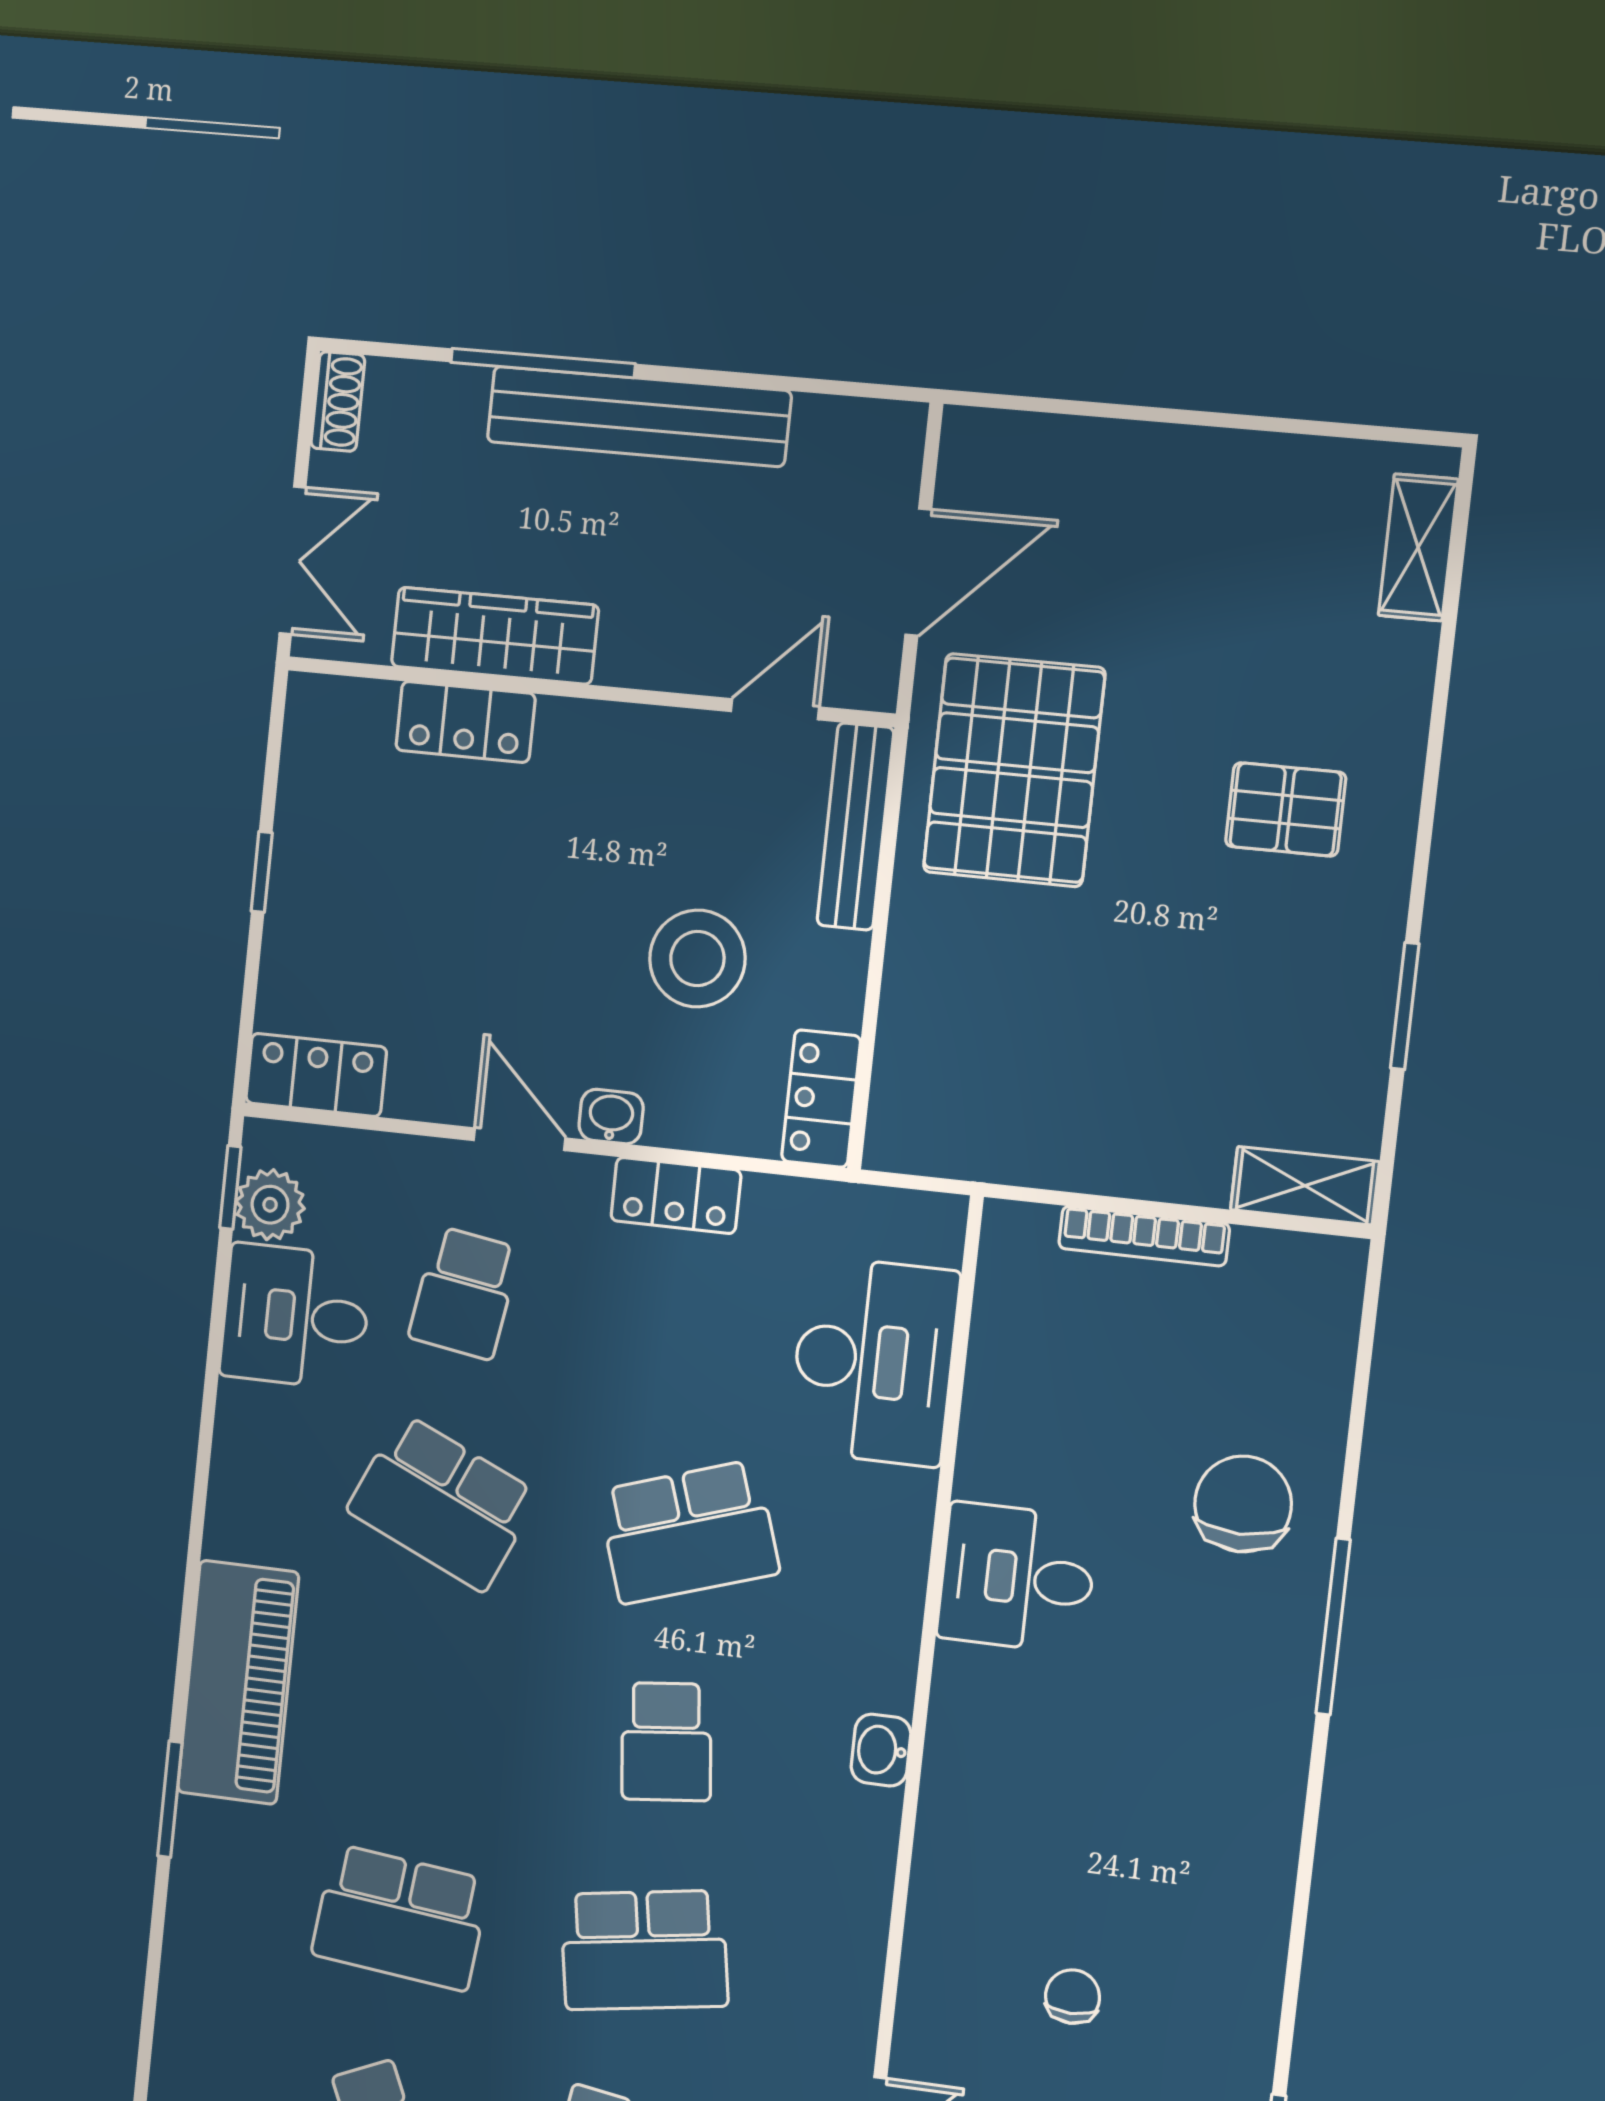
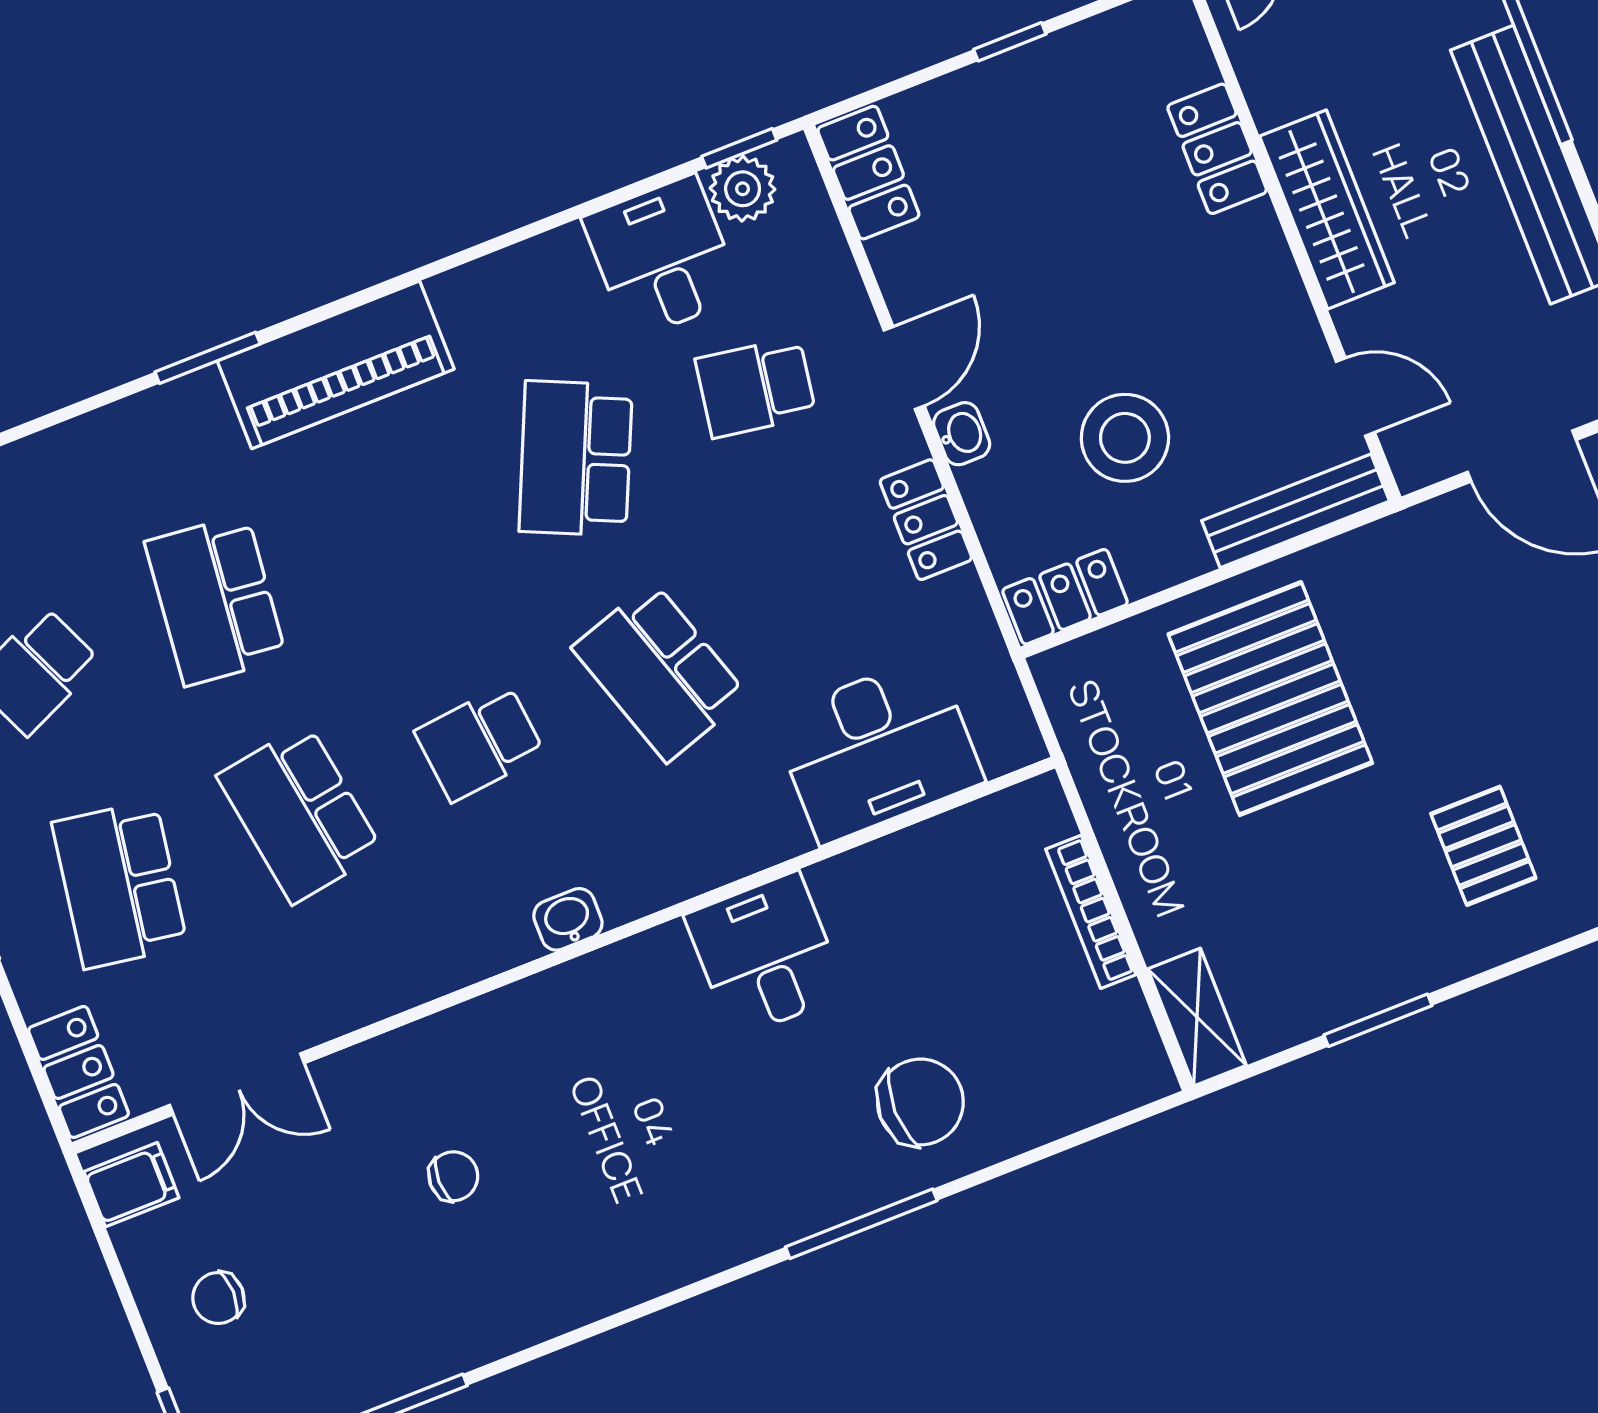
wardrobe: (495, 636) -> (1327, 209), moved
pallet: (1014, 770) -> (1270, 699), moved, turned 90

